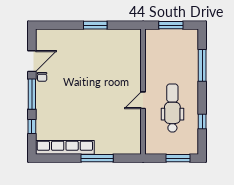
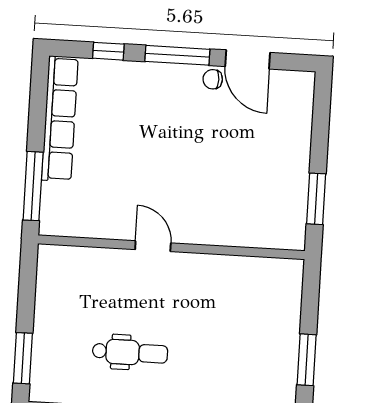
wall: (143, 92) -> (171, 247), moved
door: (143, 100) -> (153, 246), moved
dental chair: (172, 108) -> (130, 352), width x0.73, depth x0.72

